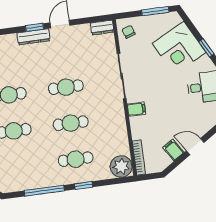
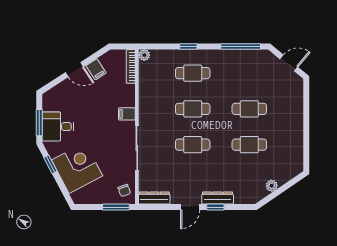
window: (155, 11) -> (116, 207), moved
dresser: (102, 28) -> (154, 198), width x1.44
plant: (121, 166) -> (144, 55), width x0.53, depth x0.53
window: (44, 191) -> (241, 47), moved

